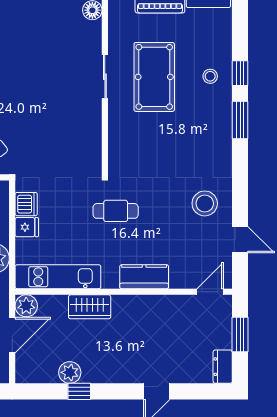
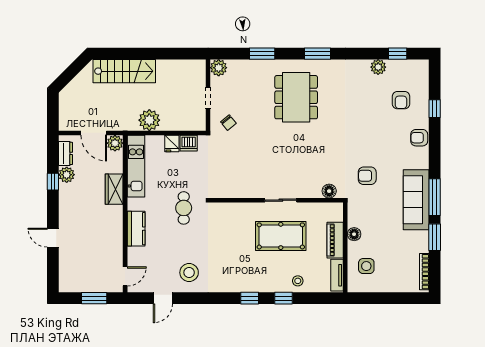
stool: (210, 76) -> (298, 281), moved
window: (240, 120) -> (250, 298), width x0.67
door: (210, 292) -> (125, 276), hinge flipped
dresser: (223, 367) -> (65, 153), moved, turned 90

